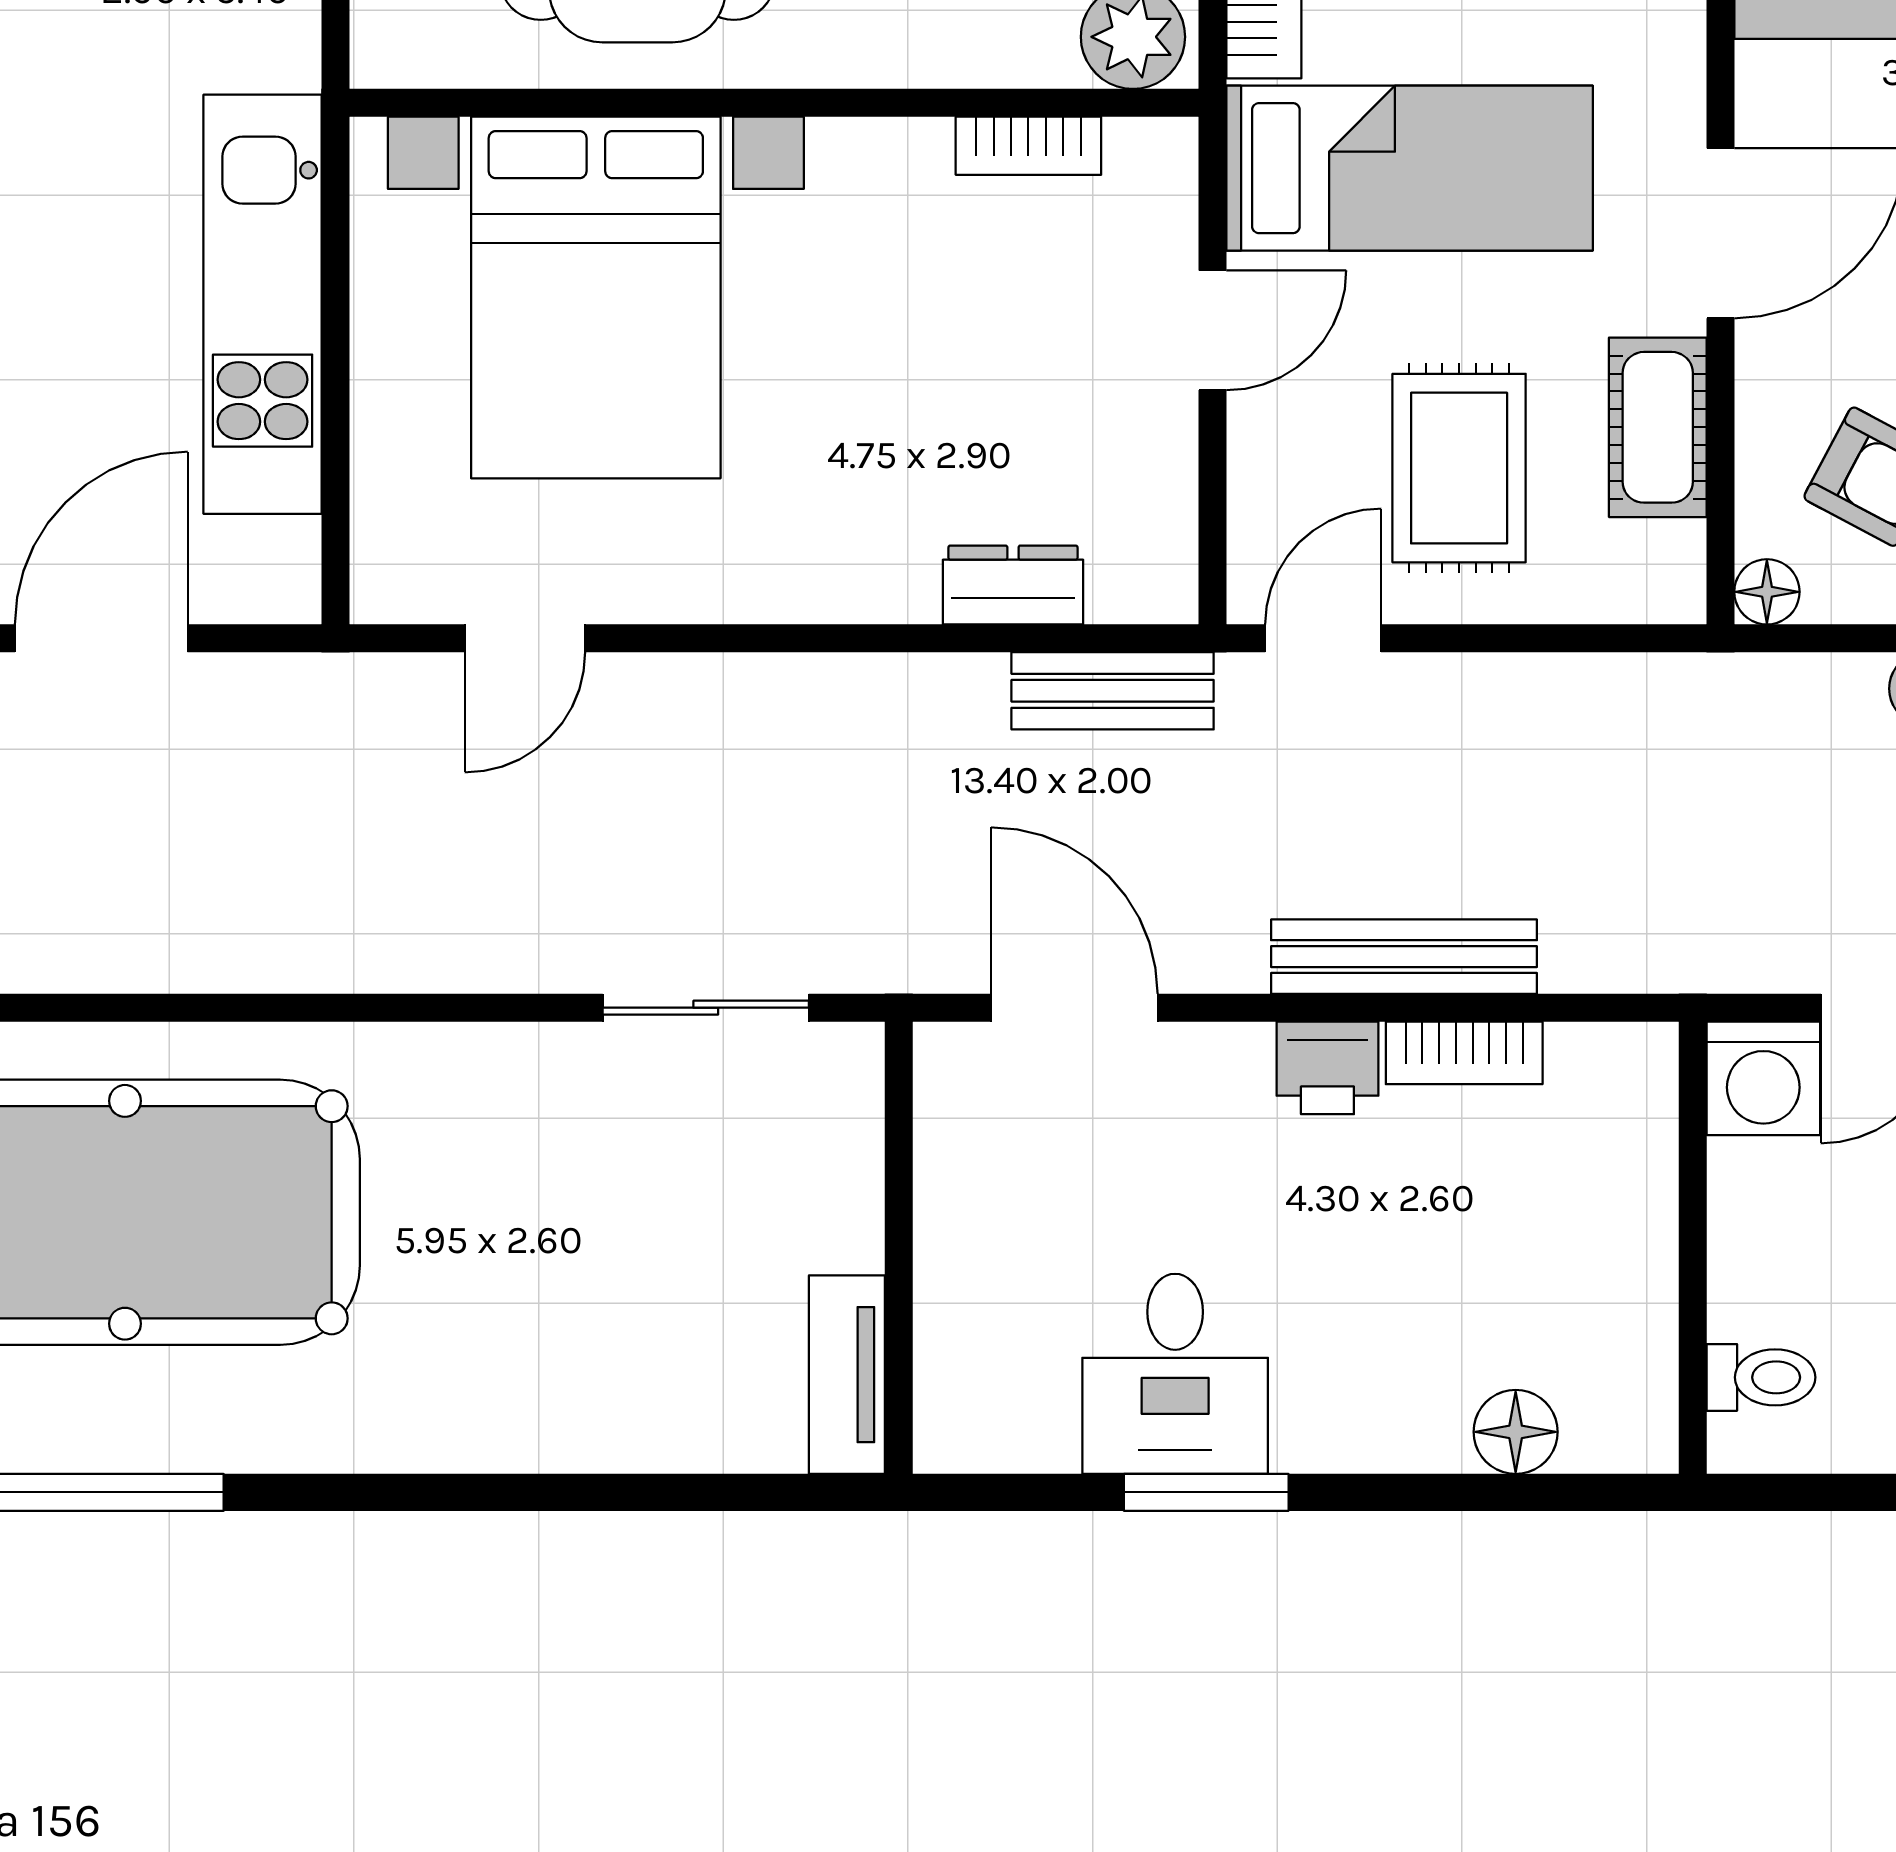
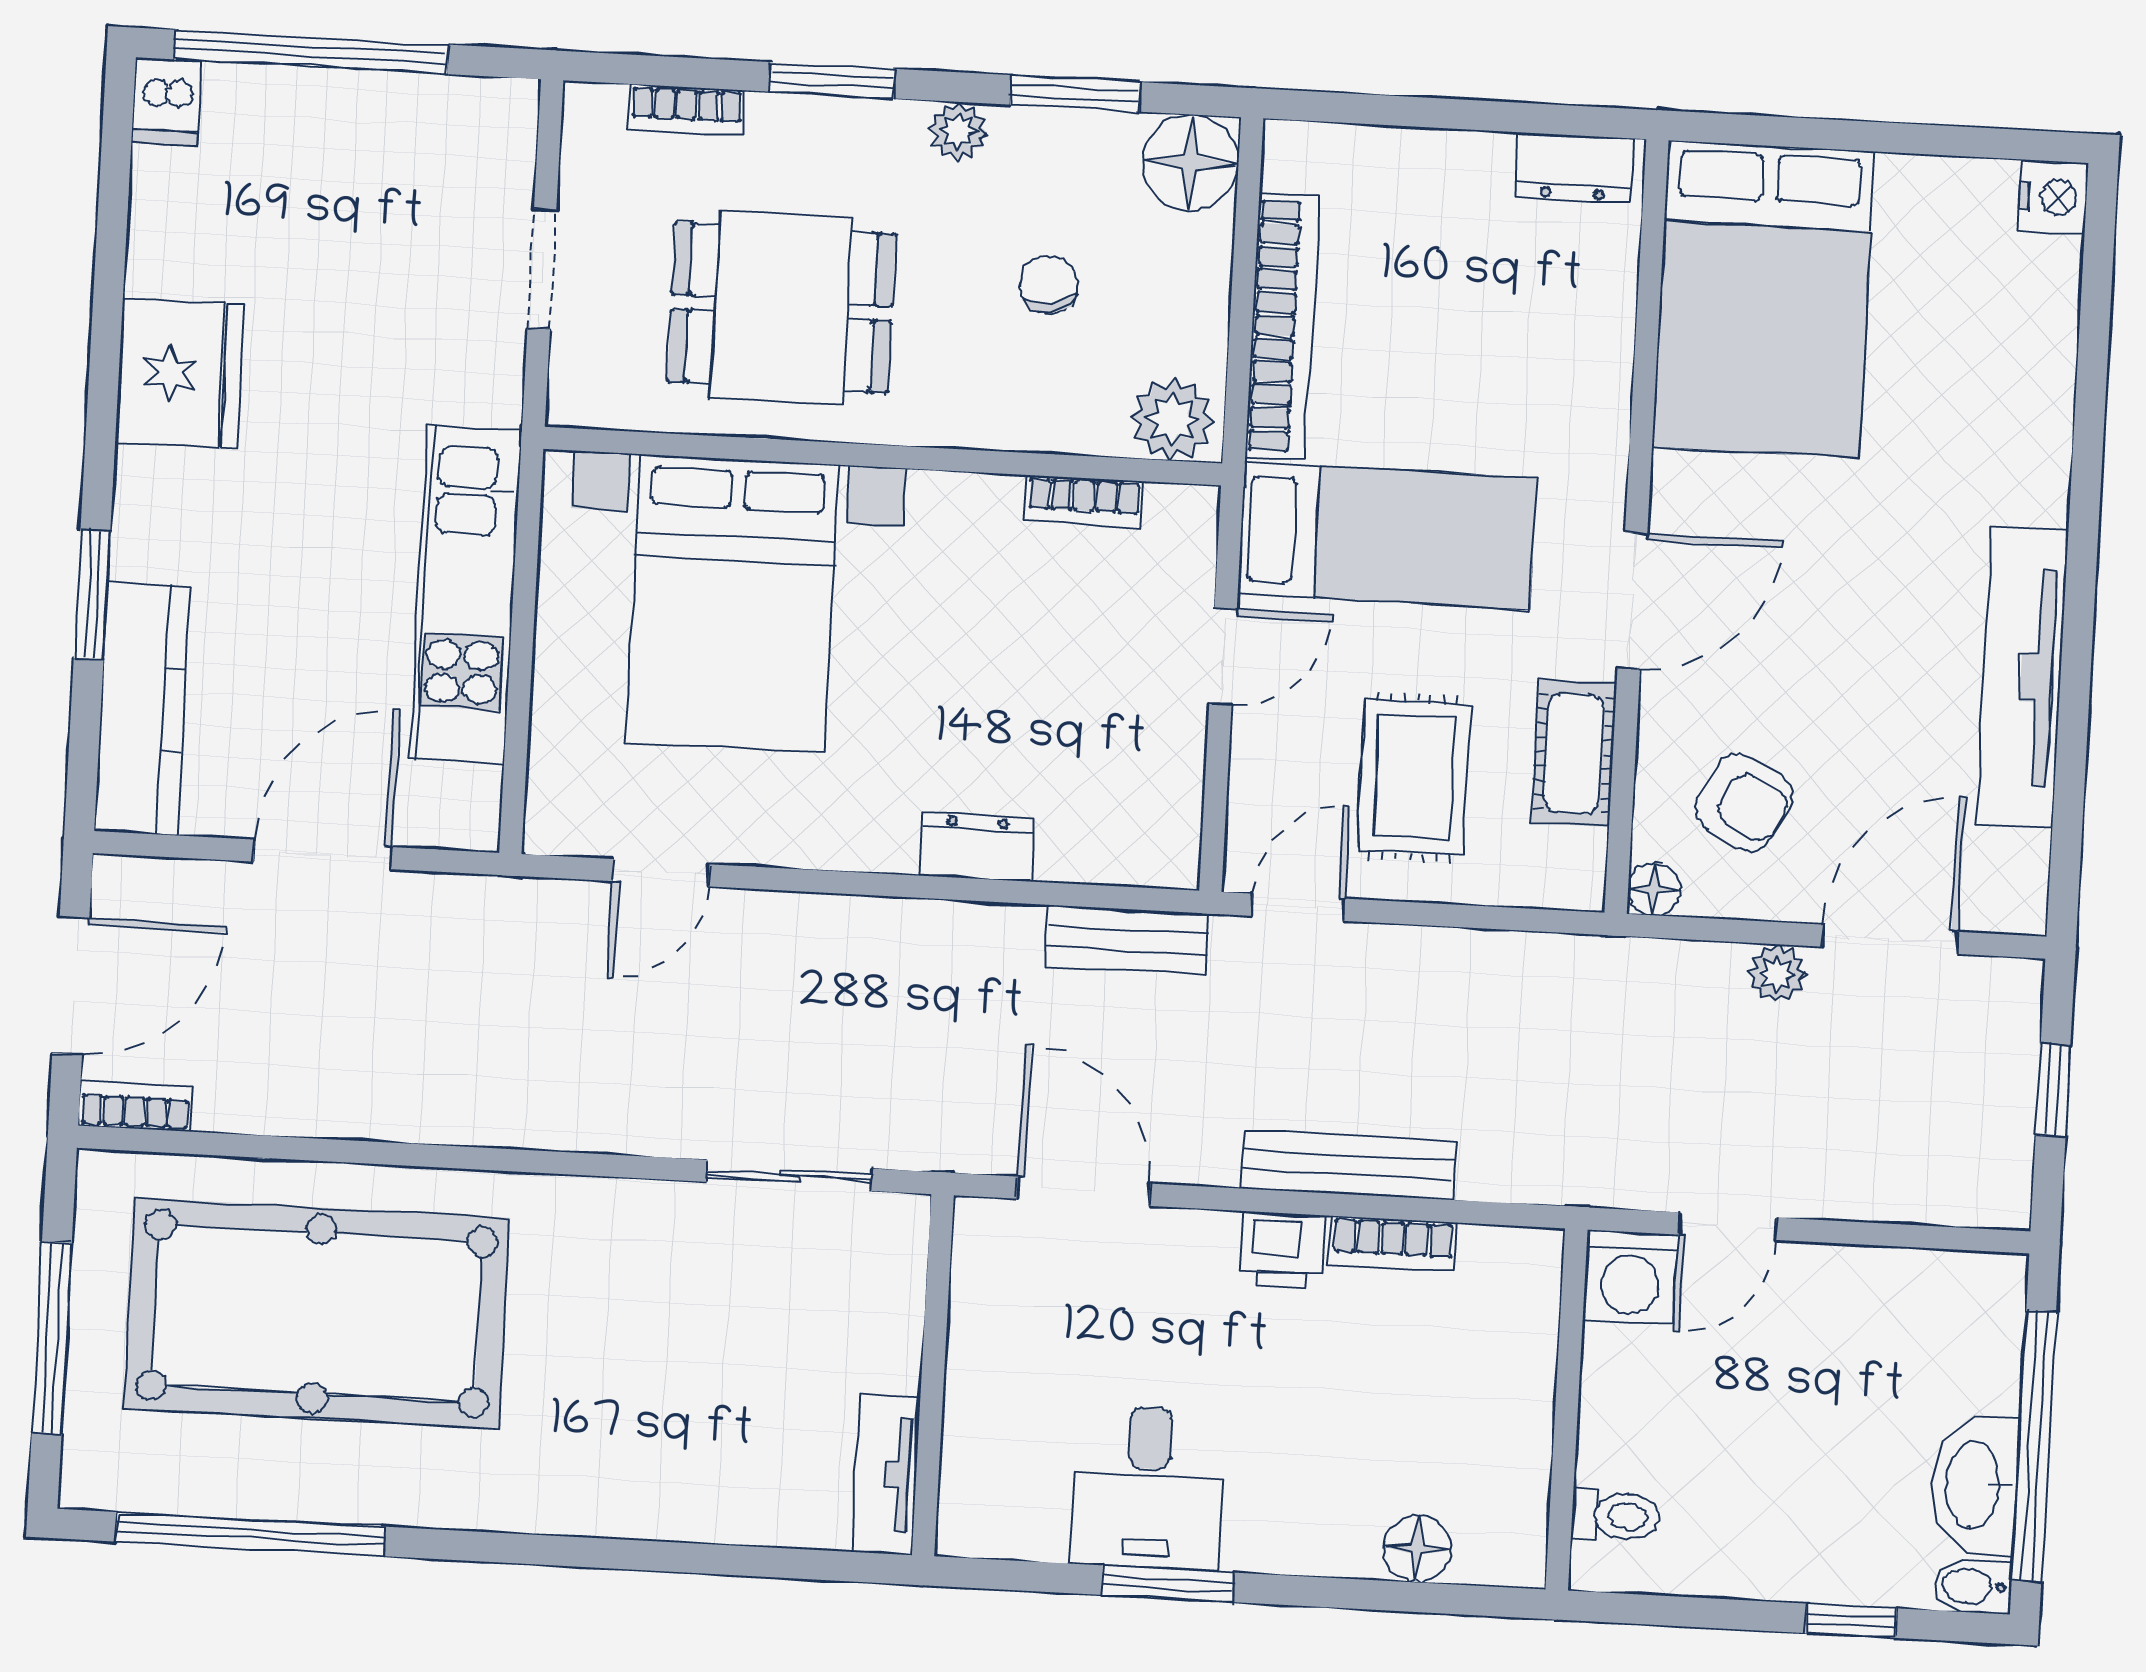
dresser: (1013, 585) -> (977, 847), moved

